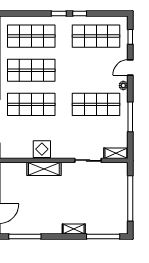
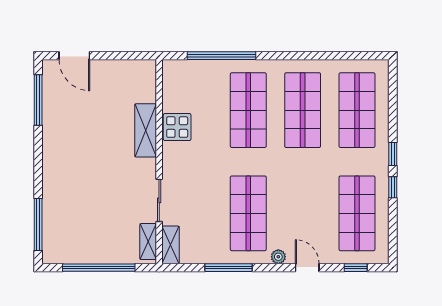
shelving: (74, 229) -> (148, 242), moved

